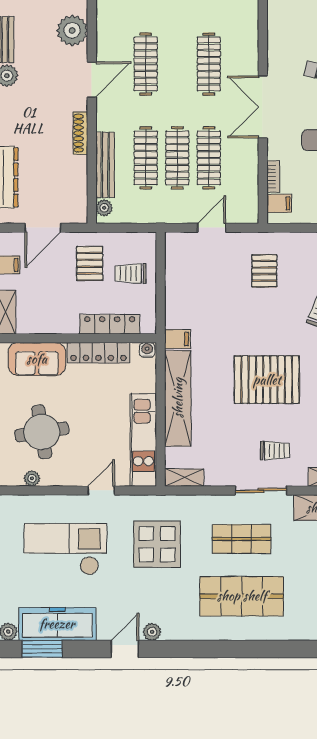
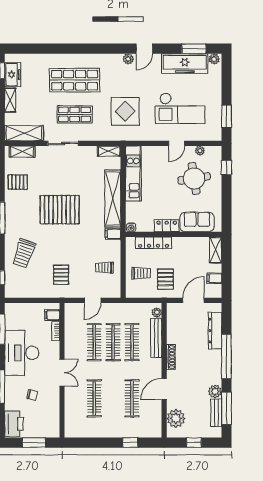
double door: (263, 107) -> (62, 373), width x0.73
locker: (98, 353) -> (167, 226), width x0.66
trolley: (275, 451) -> (104, 268), moved
door: (101, 490) -> (177, 143), moved

